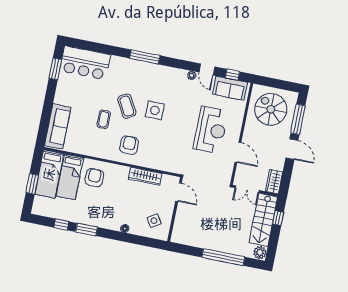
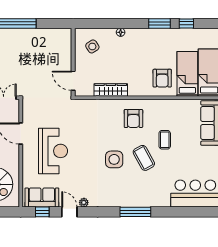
reception desk: (211, 130) -> (53, 151), turned 180

